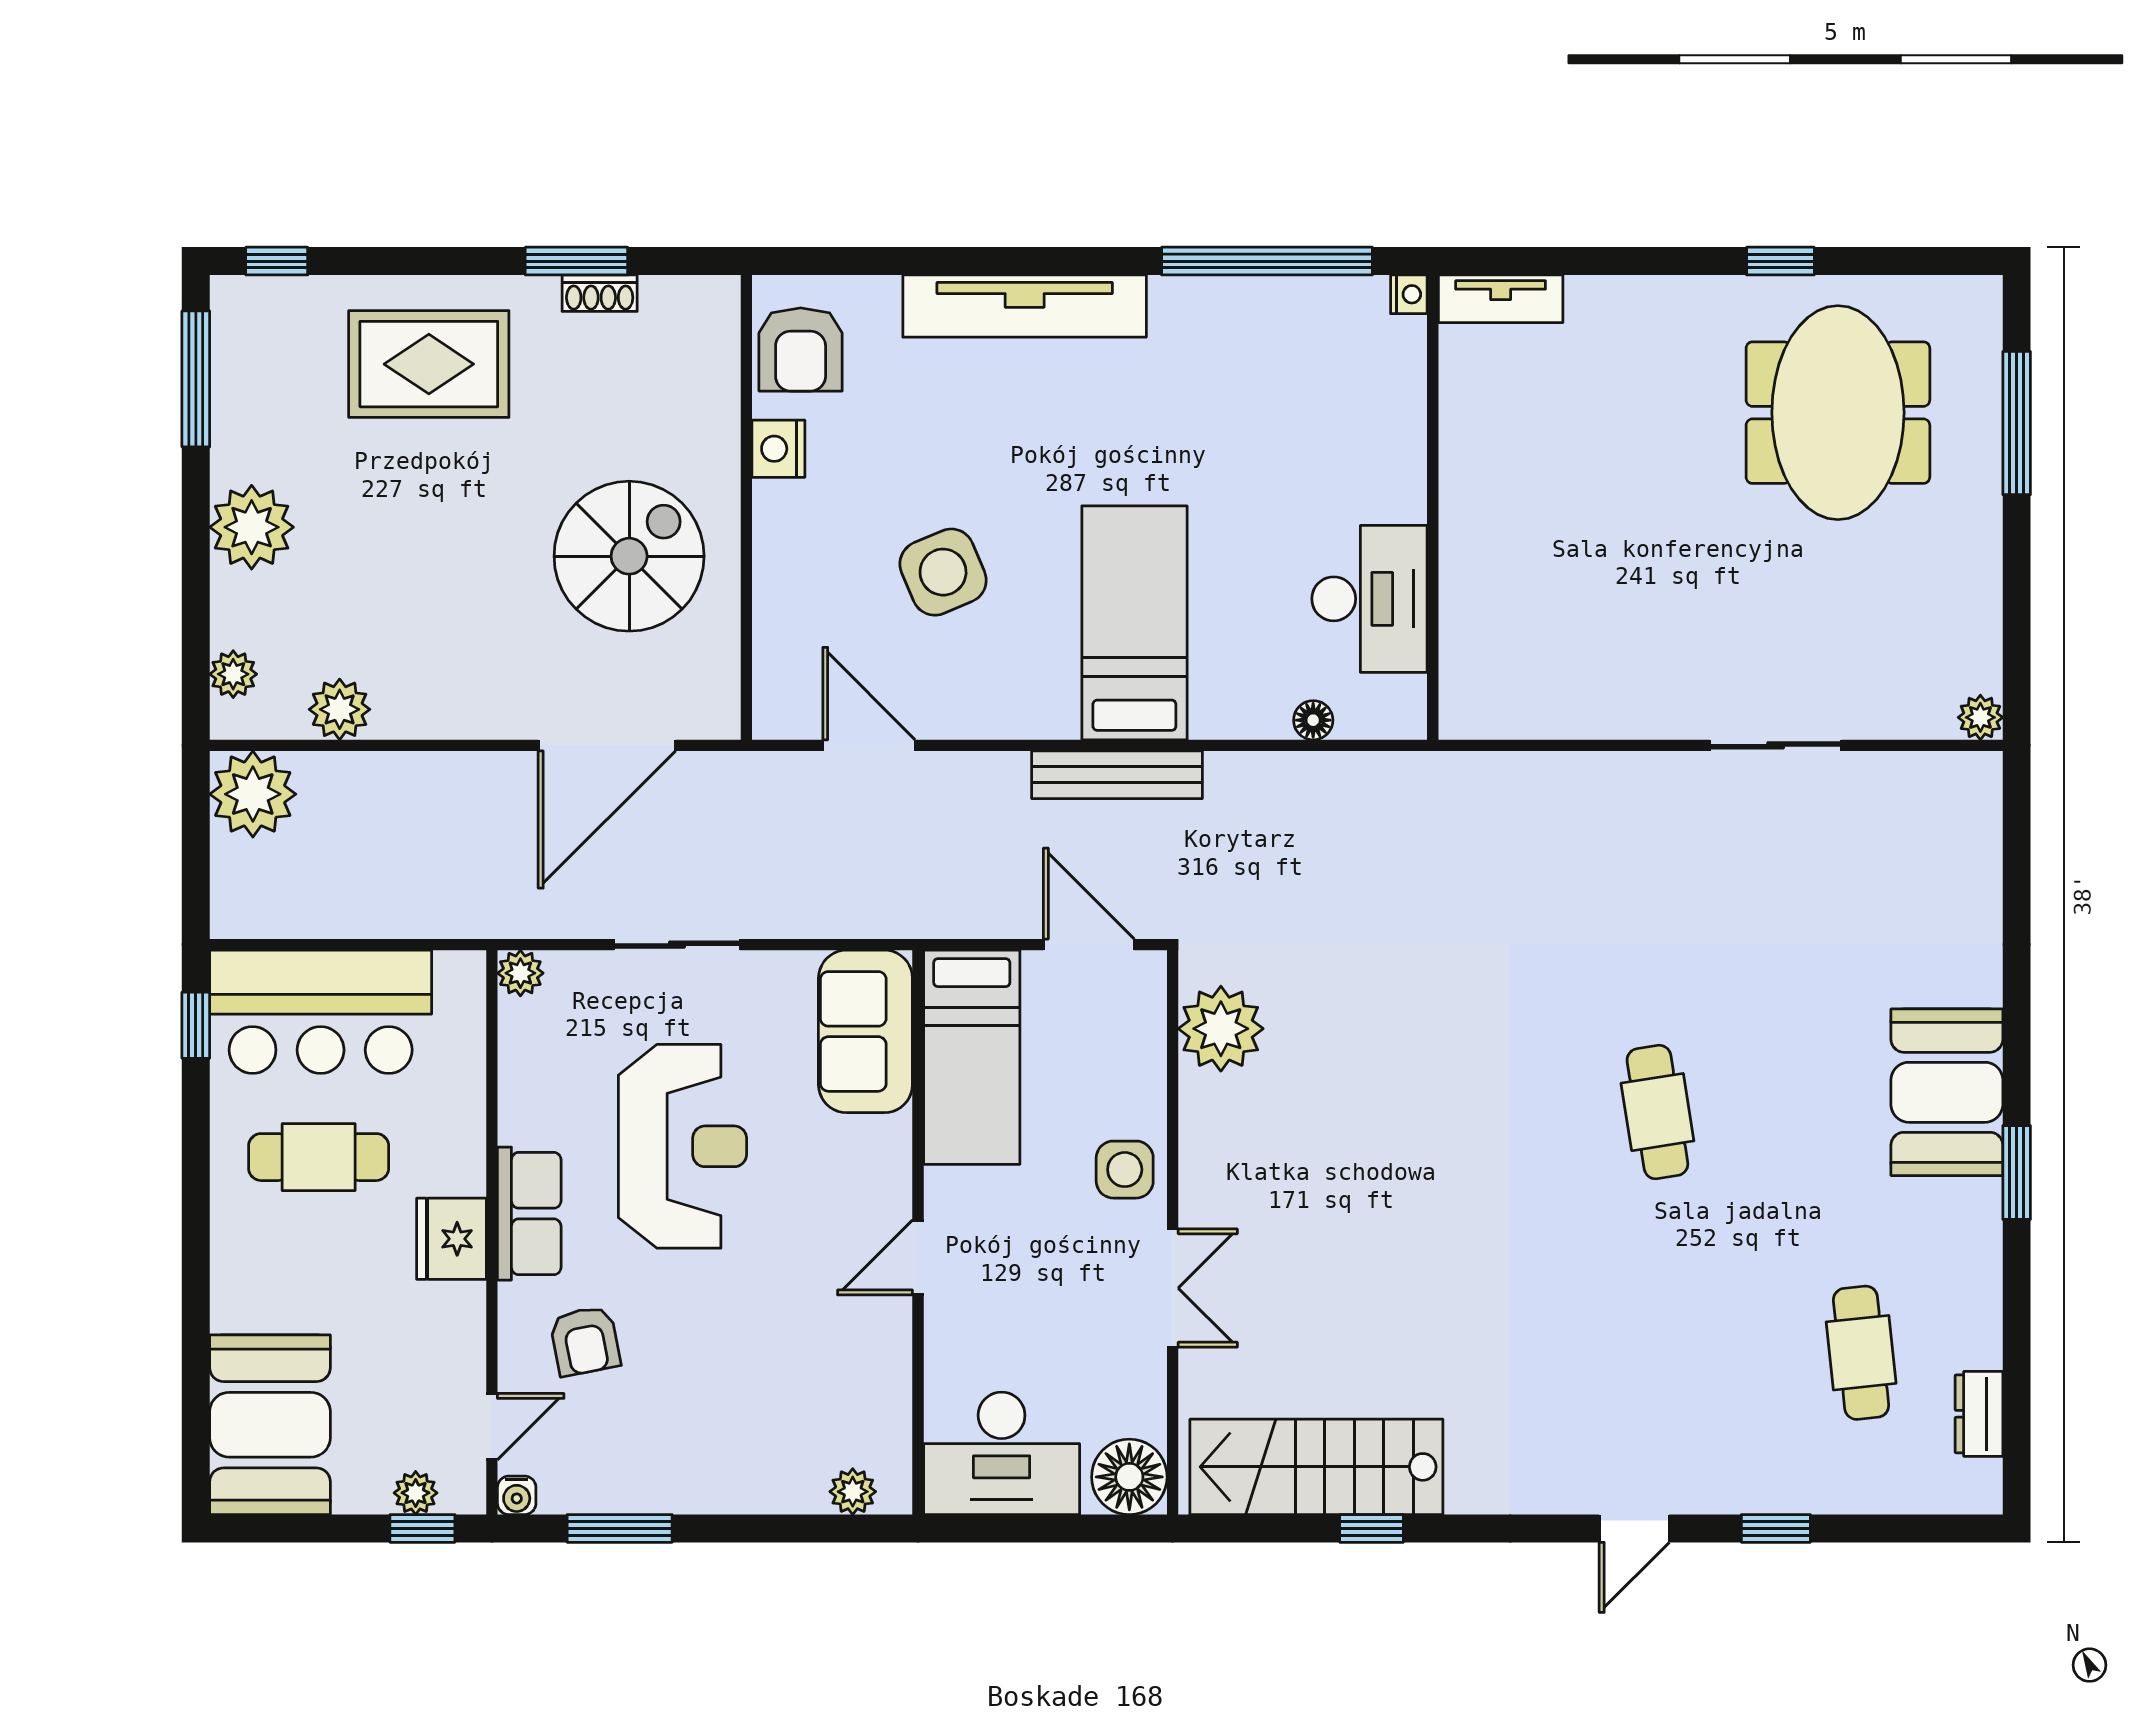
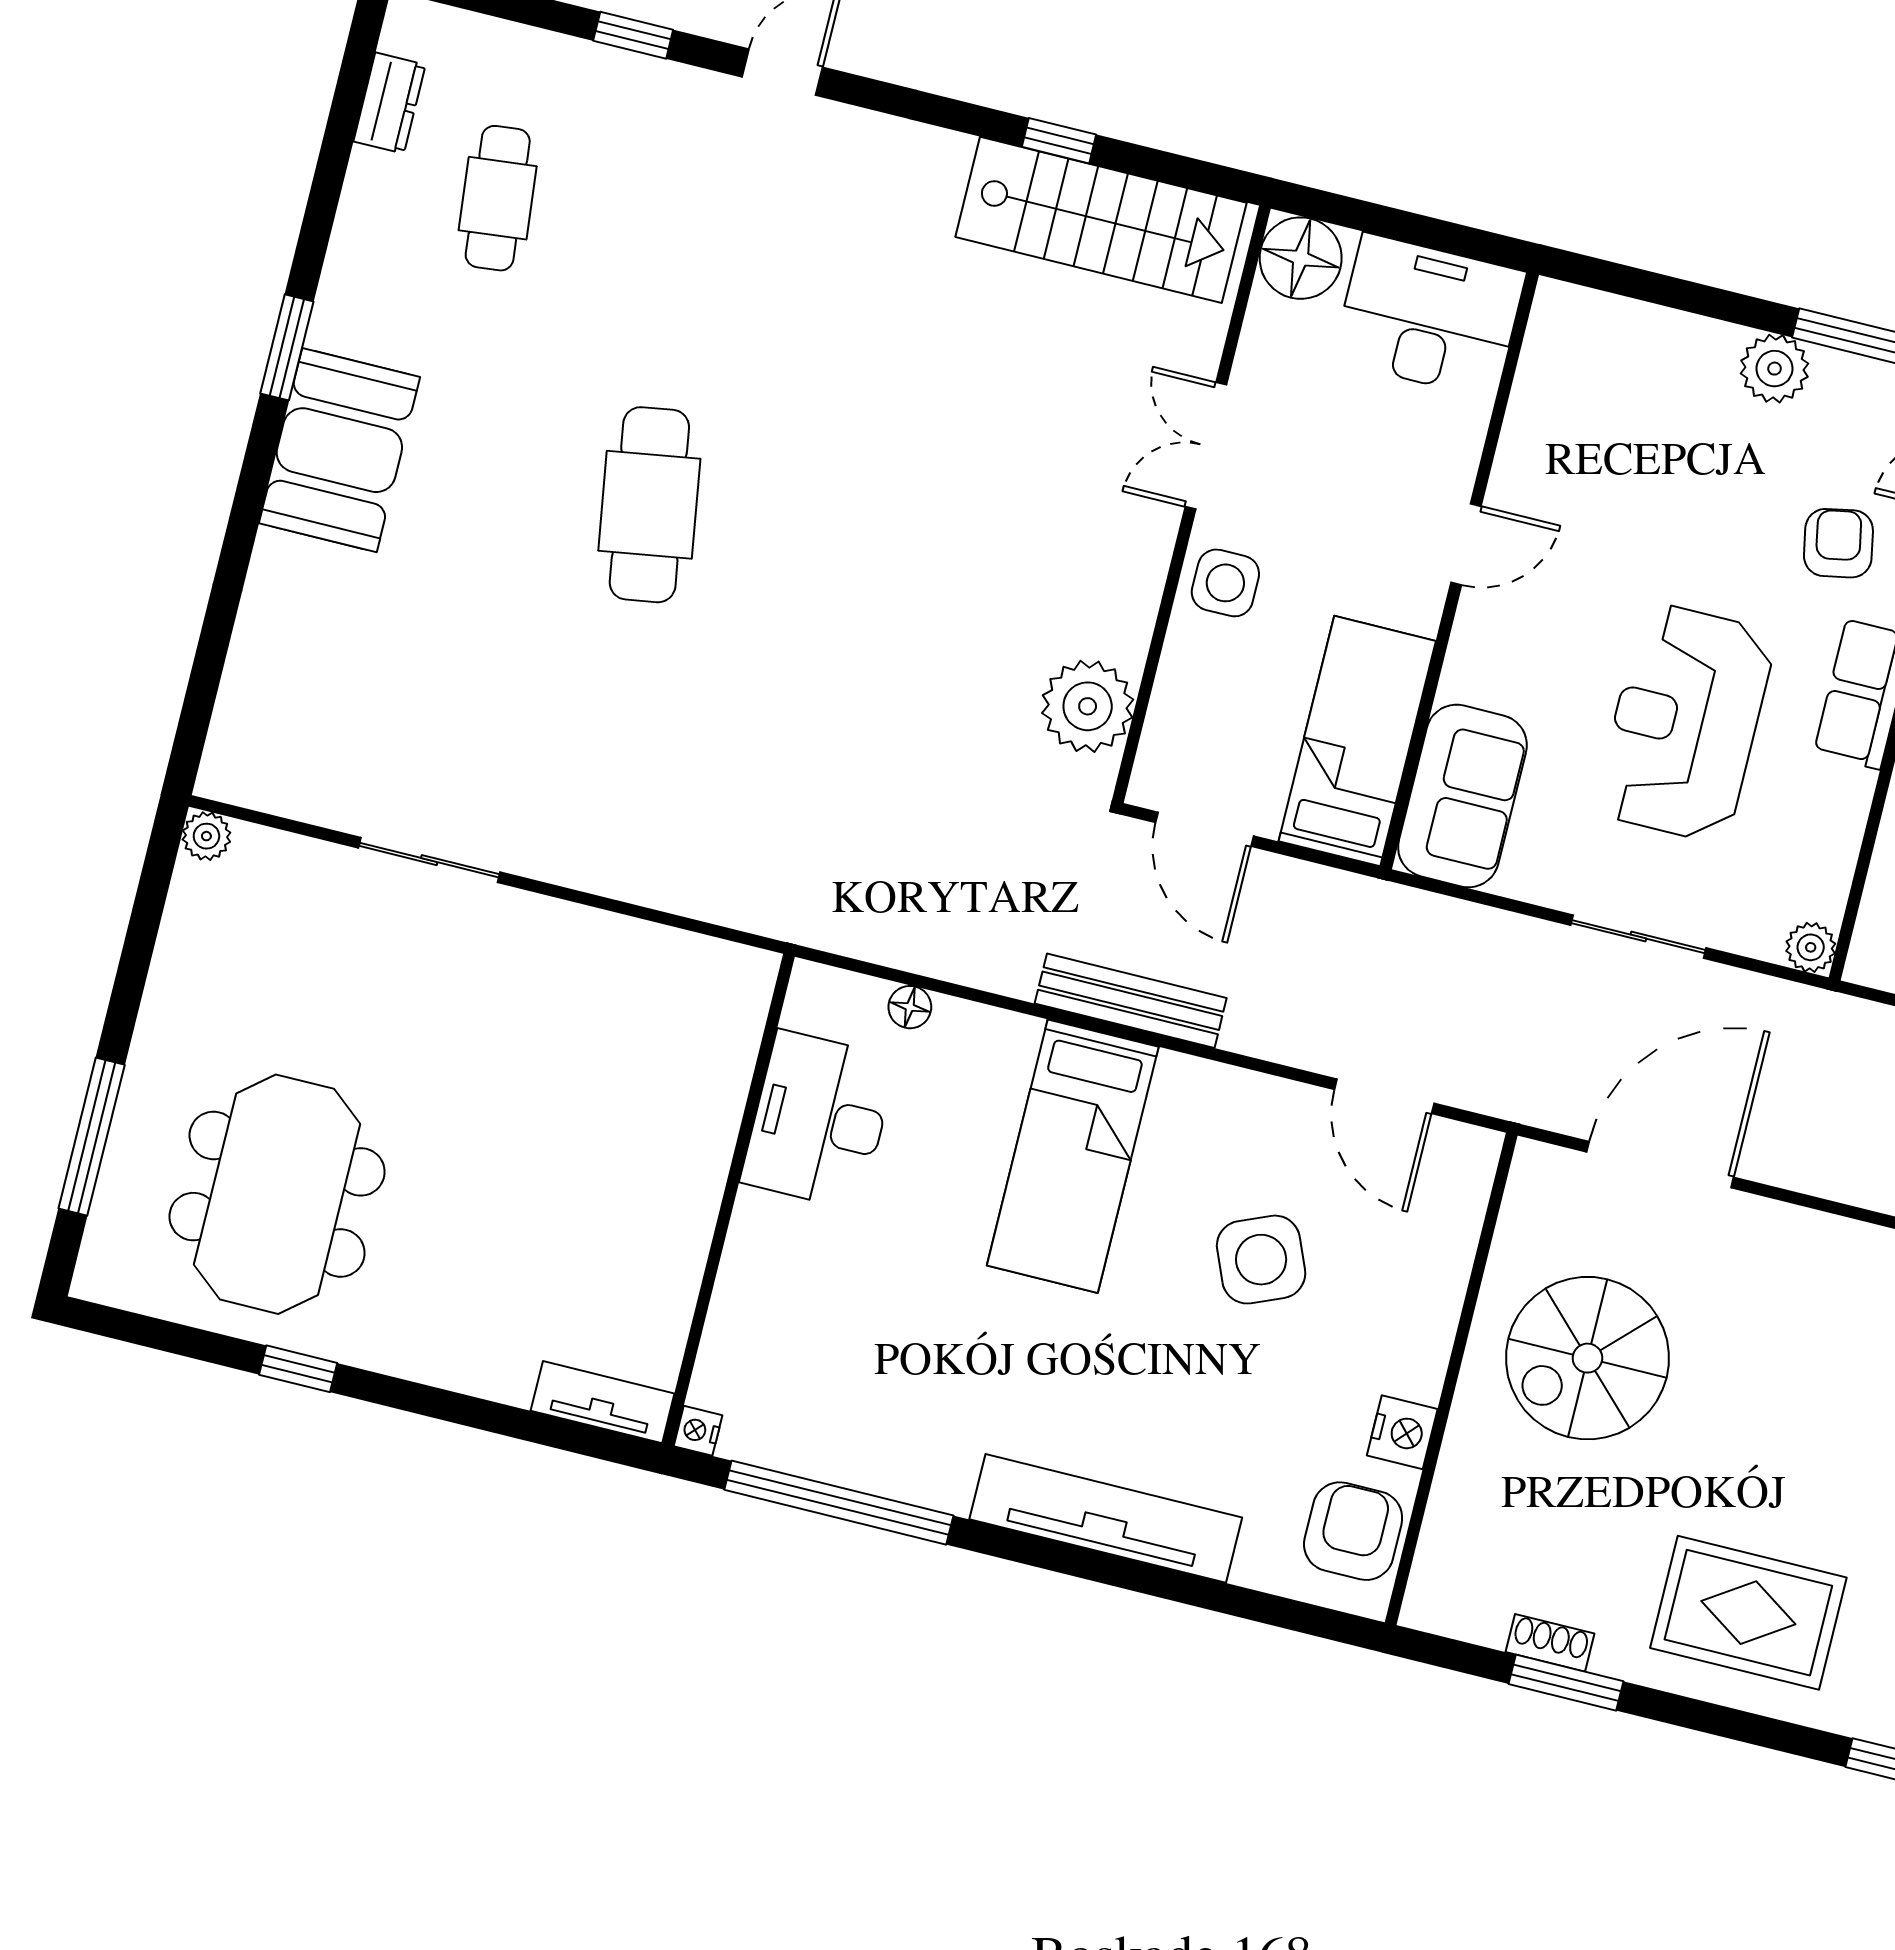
cafe table: (1657, 1112) -> (649, 505), width x1.37, depth x1.35
plant: (853, 1492) -> (1775, 369), moved, width x1.38, depth x1.38

